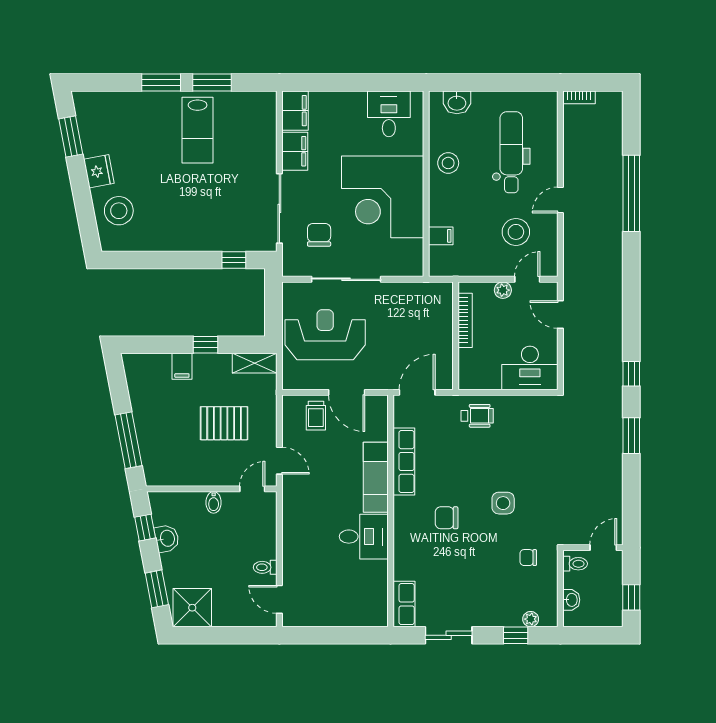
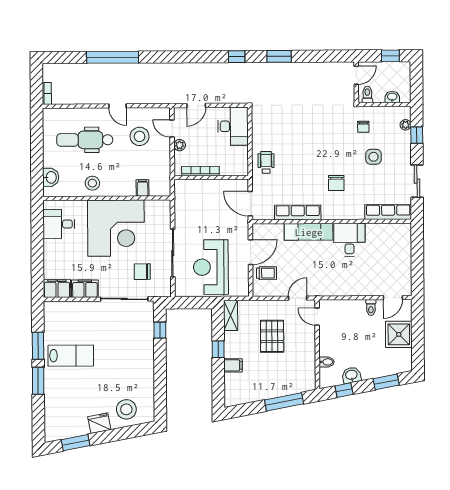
bidet: (214, 502) -> (327, 362), moved
side table: (503, 503) -> (374, 157), moved
door: (603, 548) -> (356, 75), swing flipped
row of seats: (404, 604) -> (388, 212), width x1.48
shower: (192, 608) -> (399, 334), moved

